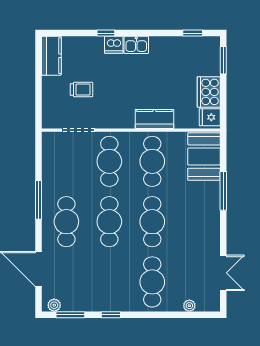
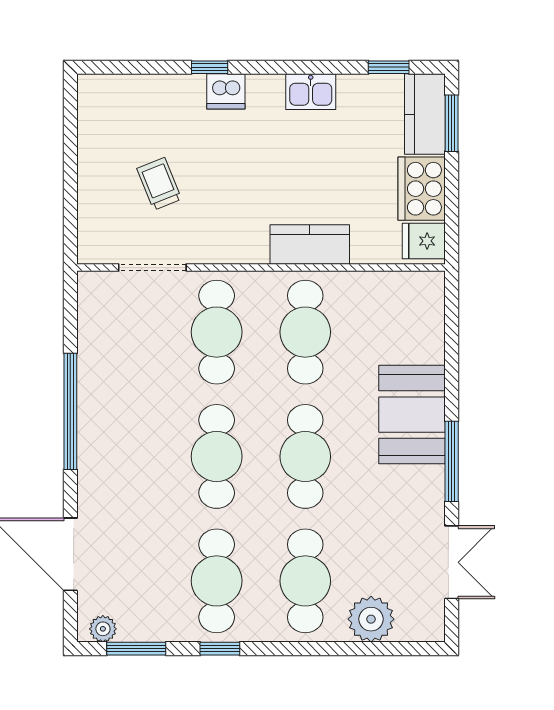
kitchen sink: (136, 45) -> (311, 92), moved
kitchen counter: (51, 56) -> (425, 114), moved, turned 180
trolley: (81, 90) -> (159, 184), turned -112
booth: (204, 157) -> (412, 415), moved
window: (223, 191) -> (452, 461), moved
window: (38, 200) -> (70, 411), width x1.46
cafe table: (66, 222) -> (217, 581), moved
plant: (189, 306) -> (371, 619), width x1.87, depth x1.87

